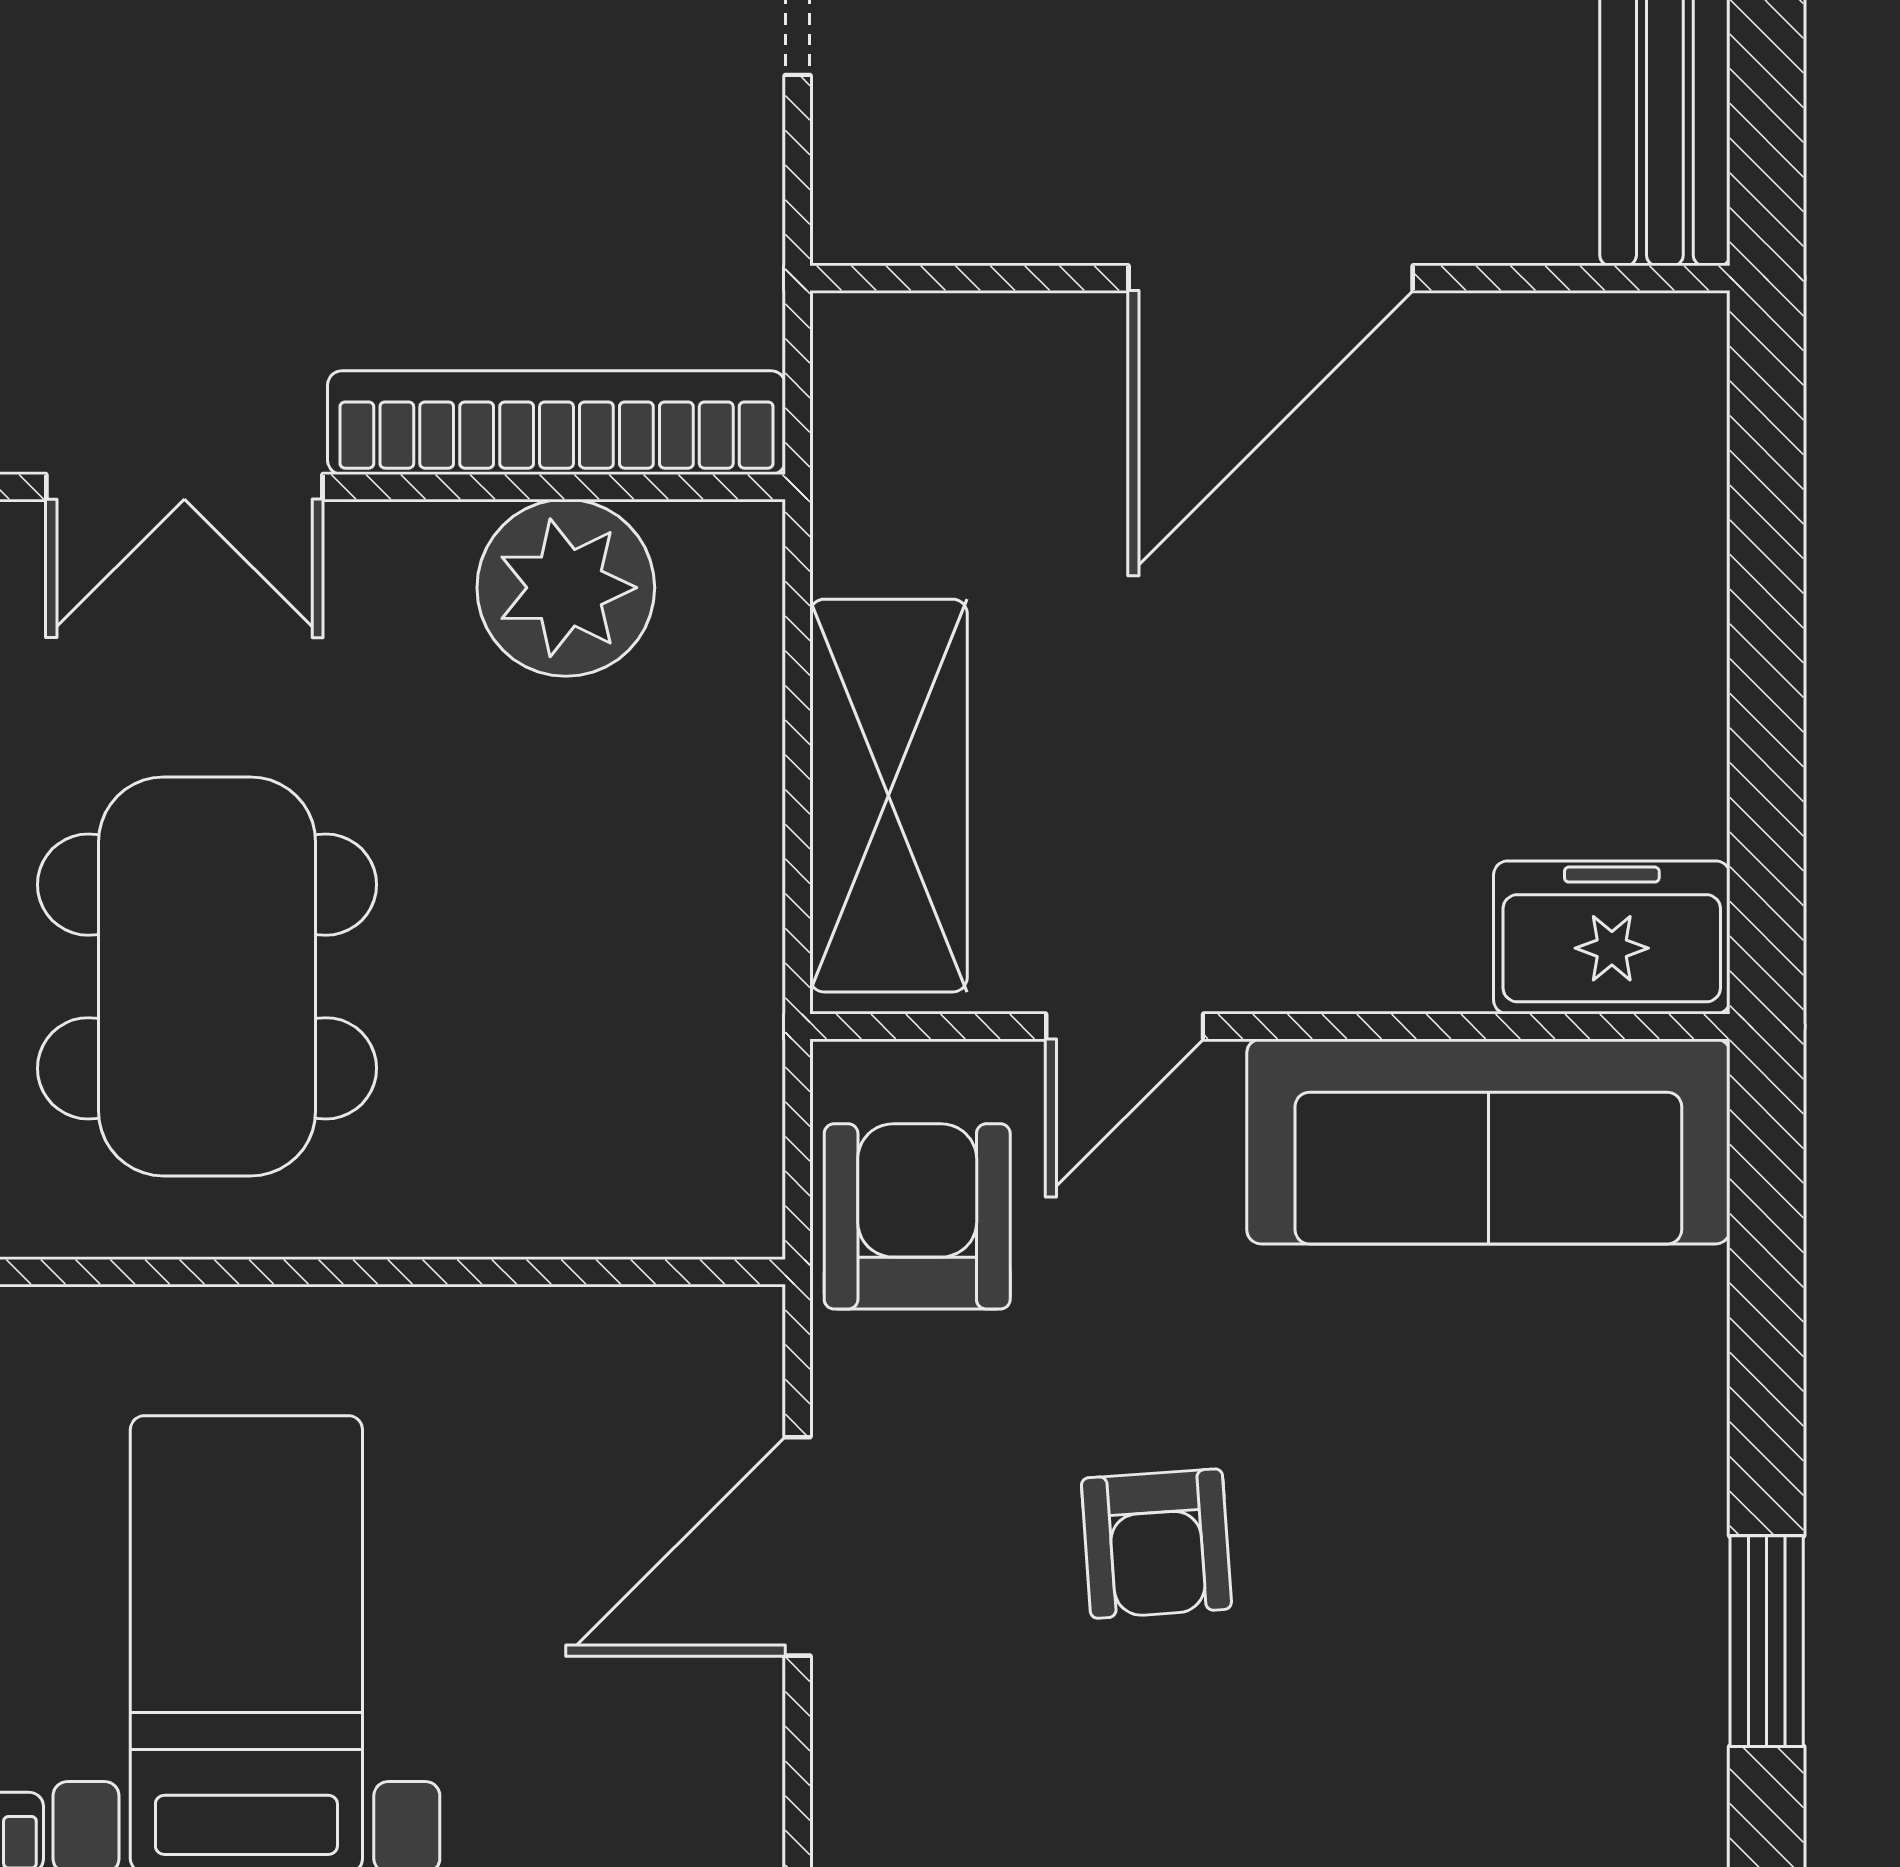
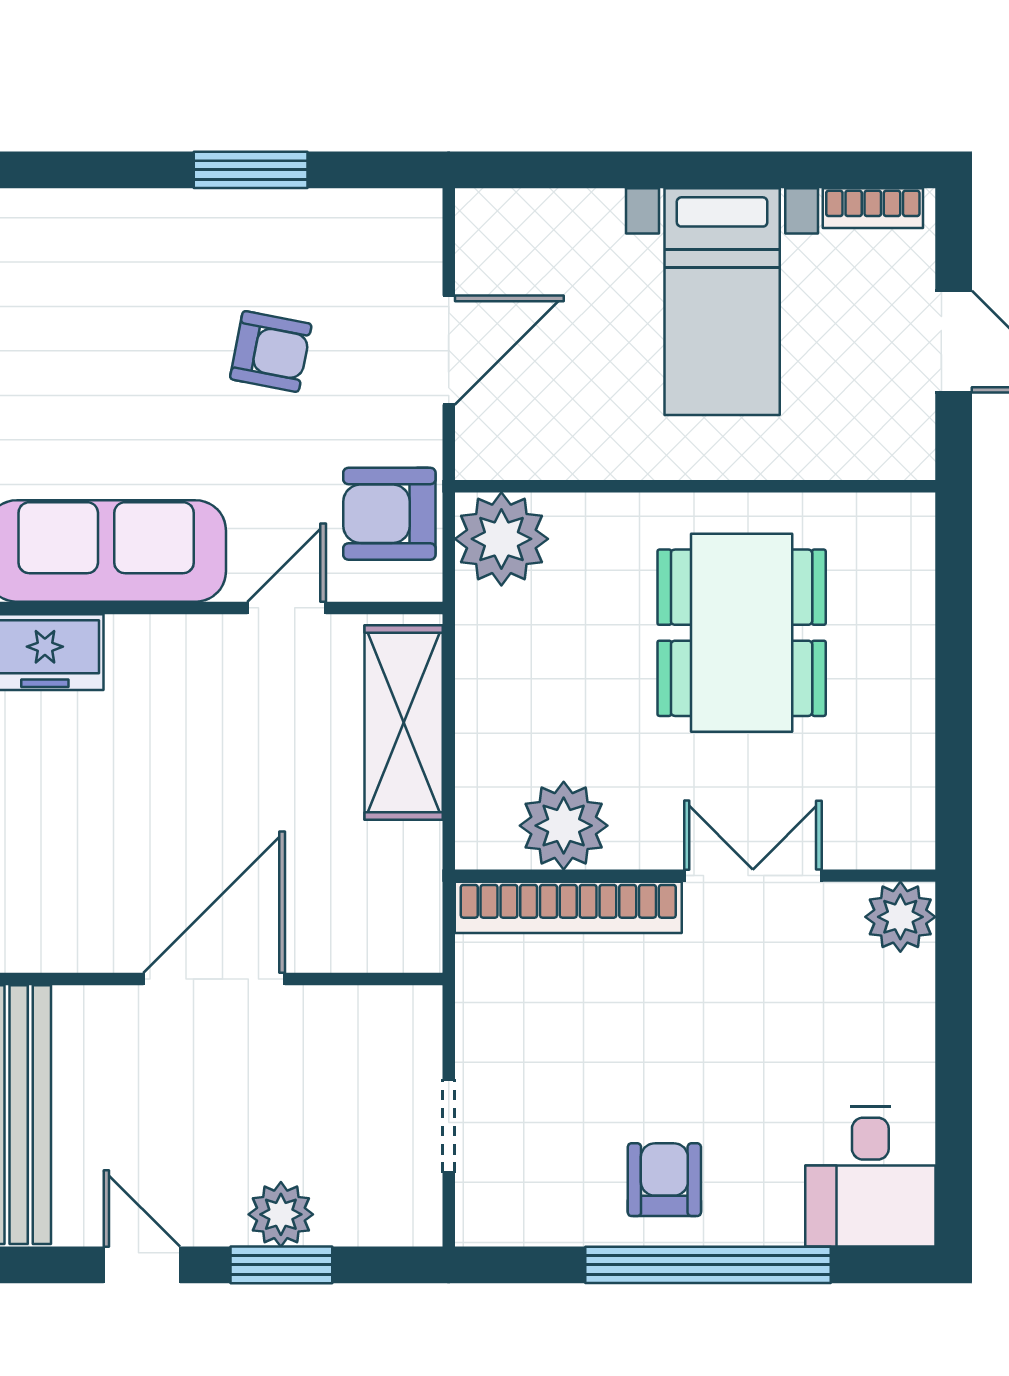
plant: (691, 1166) -> (501, 539), added
armchair: (917, 1216) -> (389, 514), turned 90
armchair: (1156, 1544) -> (271, 351), turned 105

